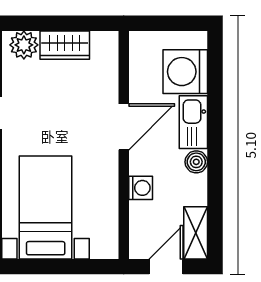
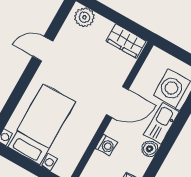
wardrobe: (65, 45) -> (126, 41), moved

